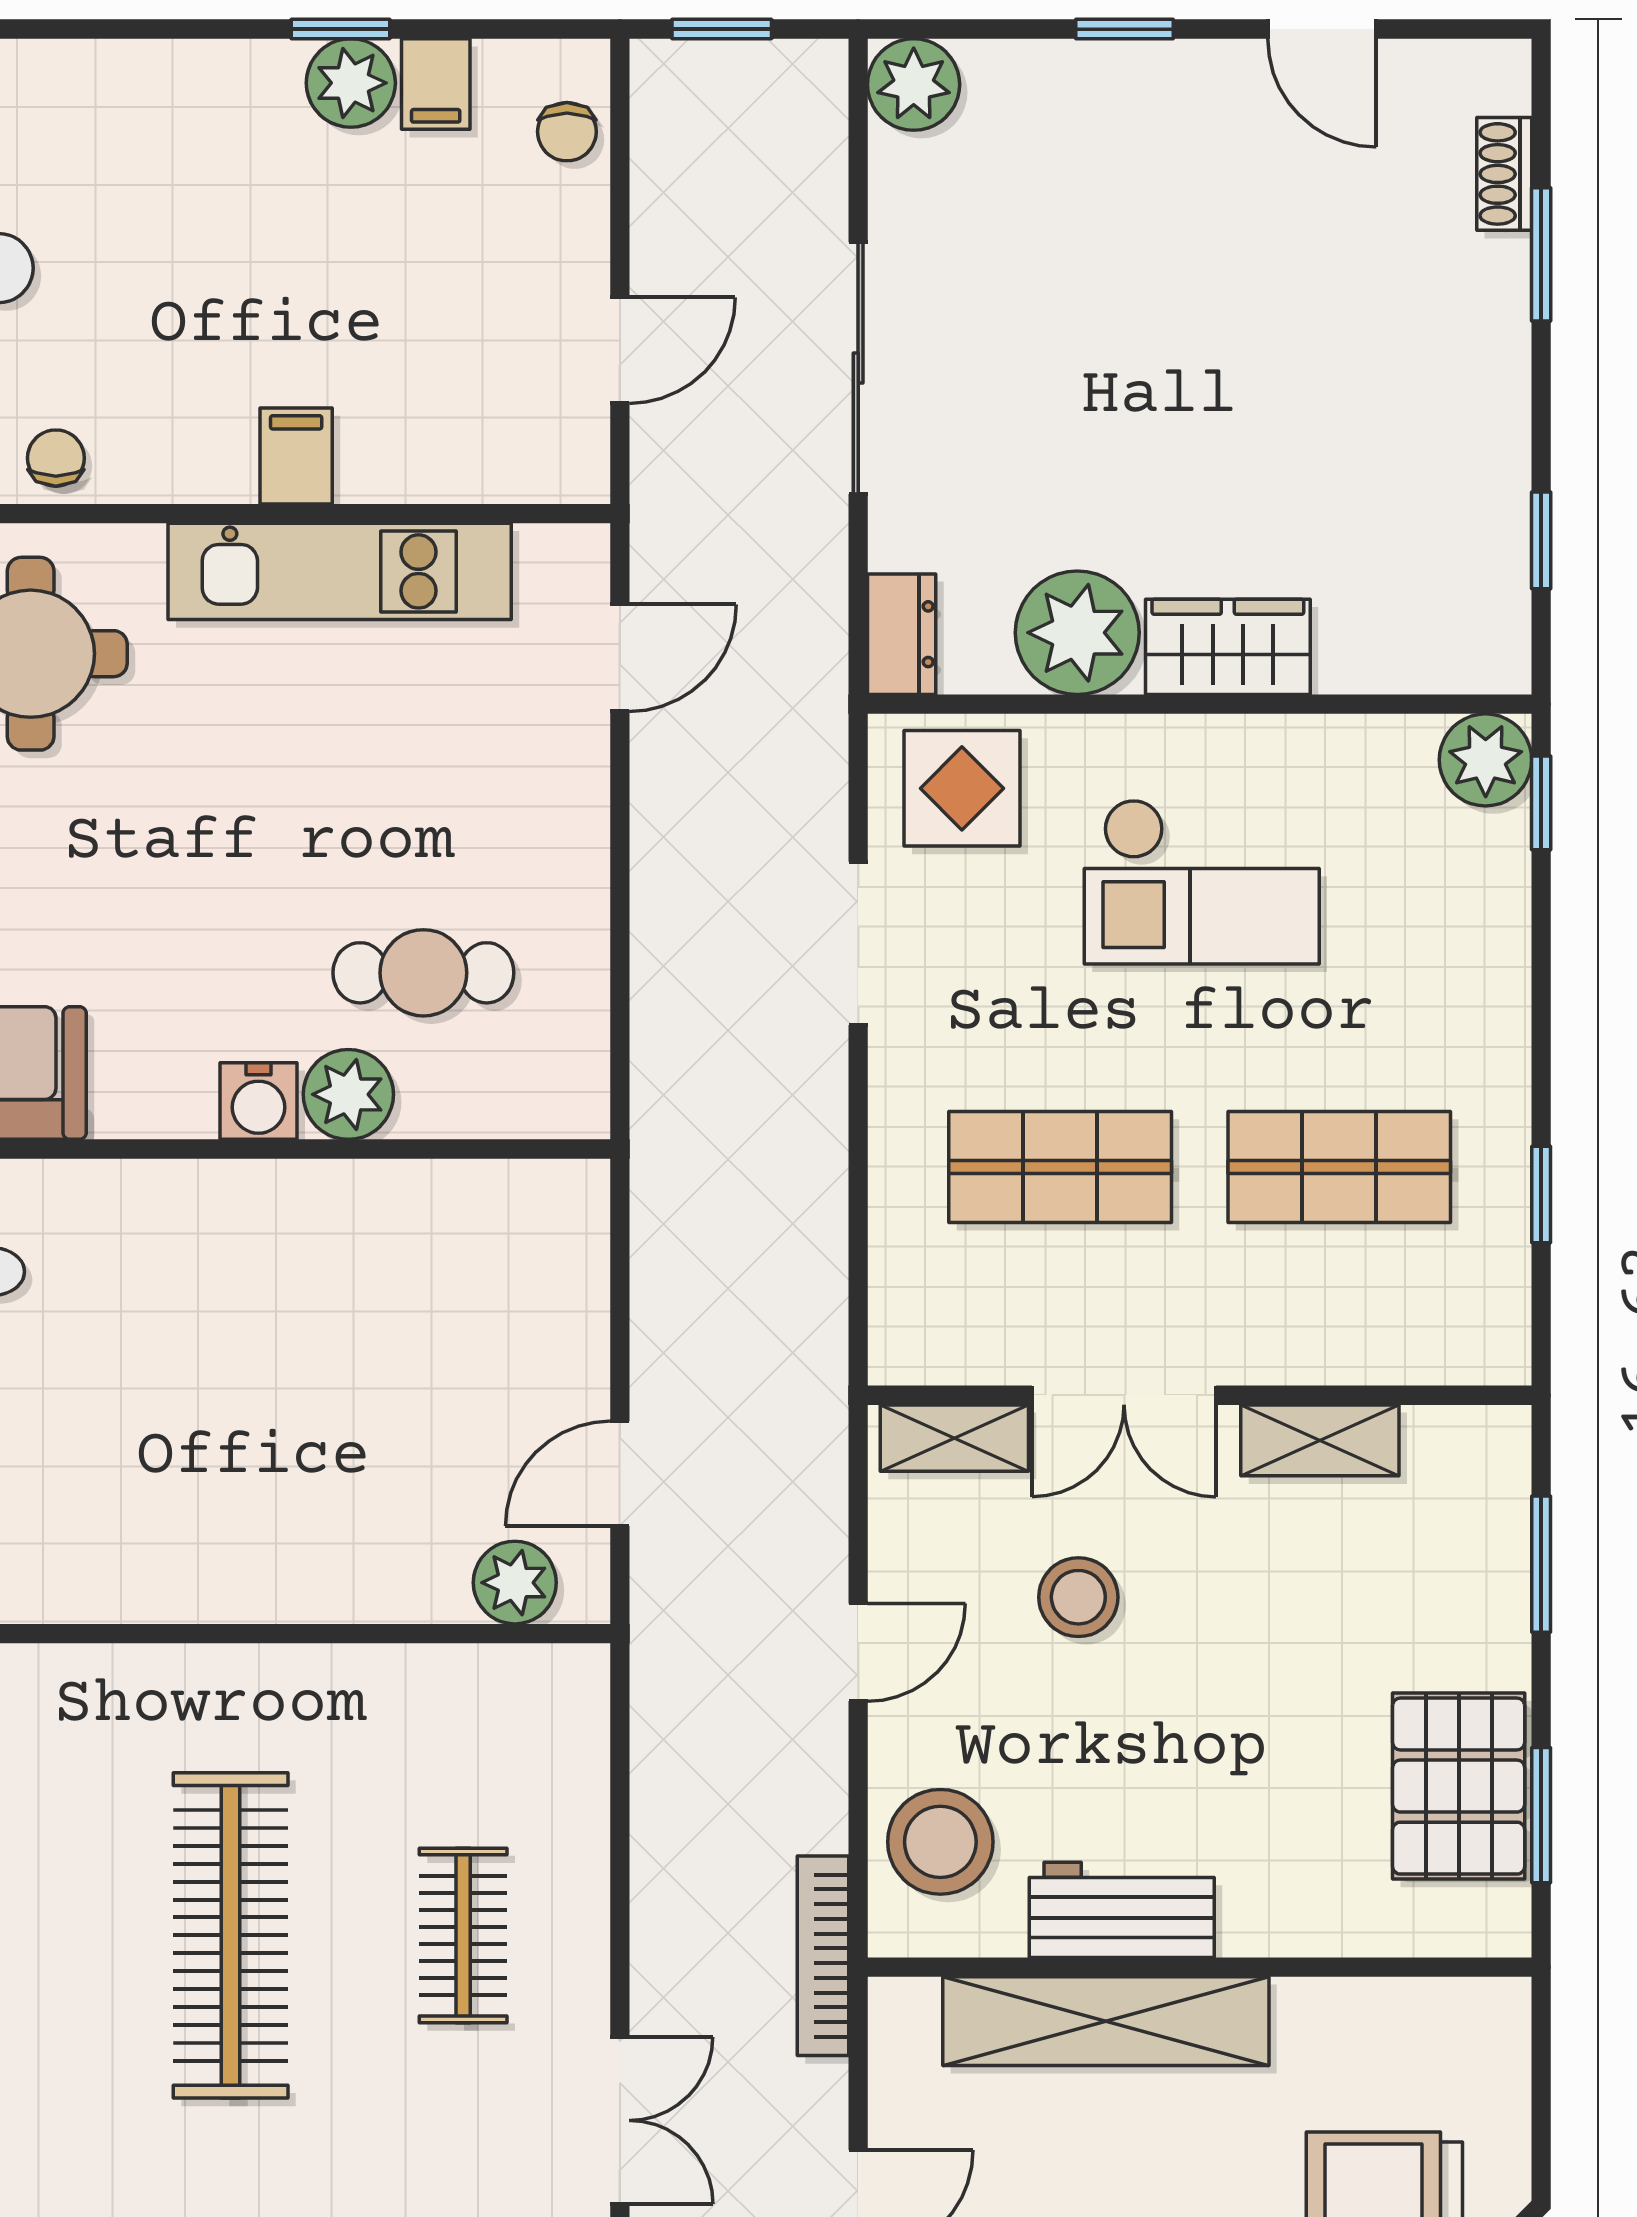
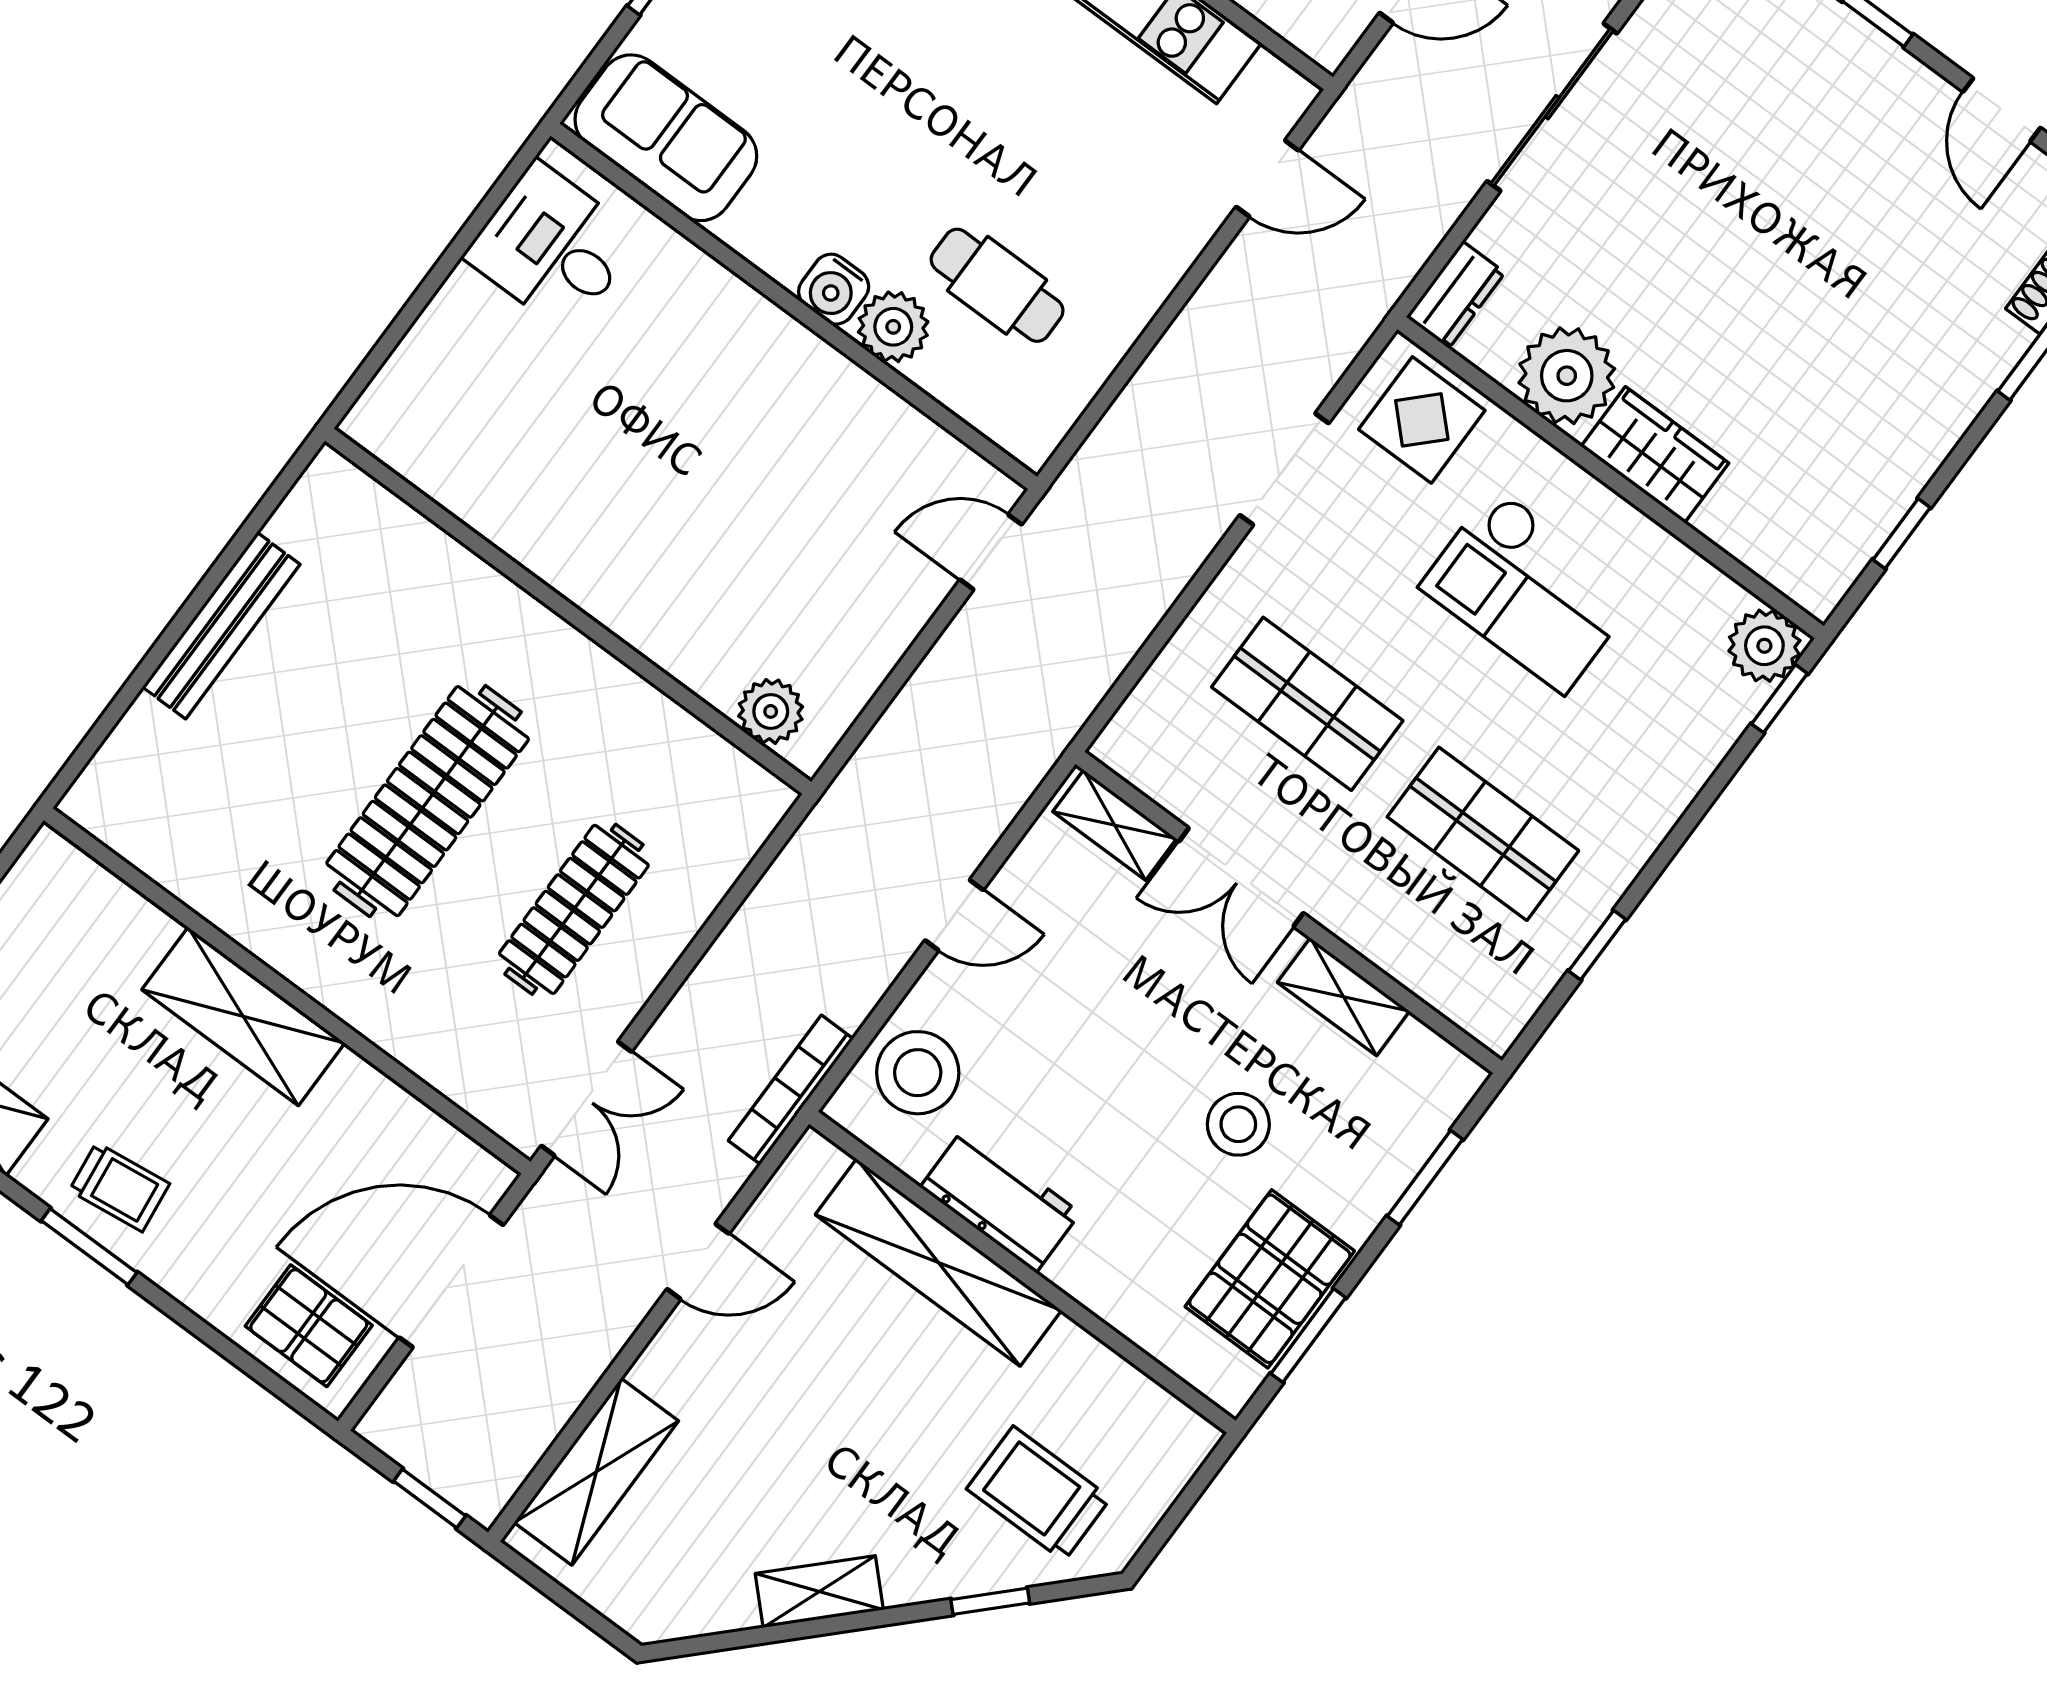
door: (620, 1474) -> (991, 552), moved
stool: (1078, 1597) -> (1238, 1124), moved
clothes rail: (463, 1935) -> (574, 909), width x1.36

